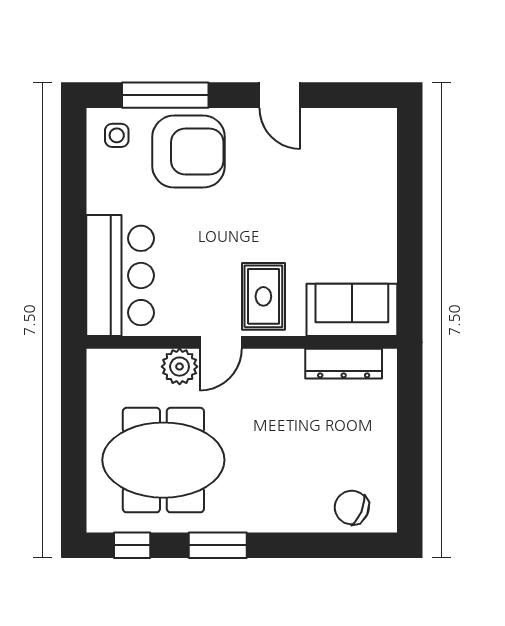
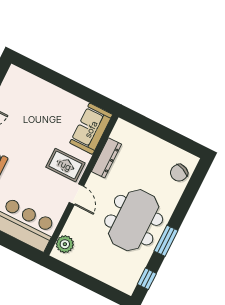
dresser: (344, 364) -> (106, 158), moved
plant: (180, 367) -> (65, 244), moved
meeting table: (163, 460) -> (134, 220), moved

